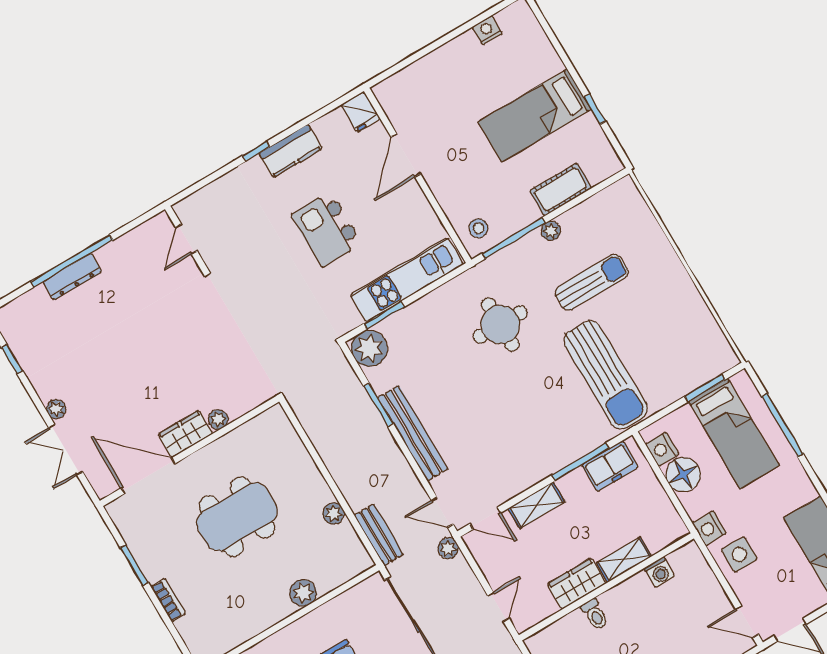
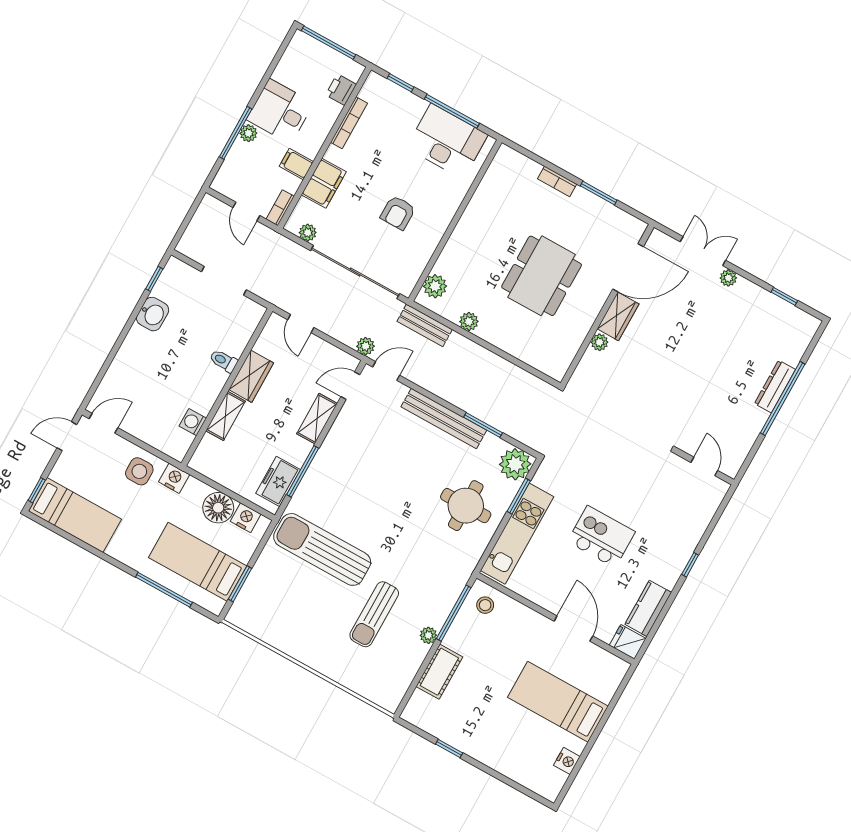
bed: (534, 116) -> (558, 702), moved, turned -90
kitchen counter: (291, 151) -> (648, 608), moved
round table: (500, 324) -> (466, 506), moved
plant: (303, 593) -> (435, 286), moved

